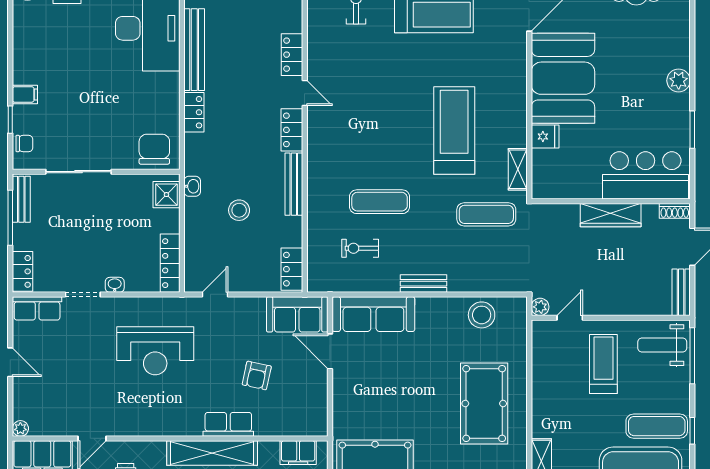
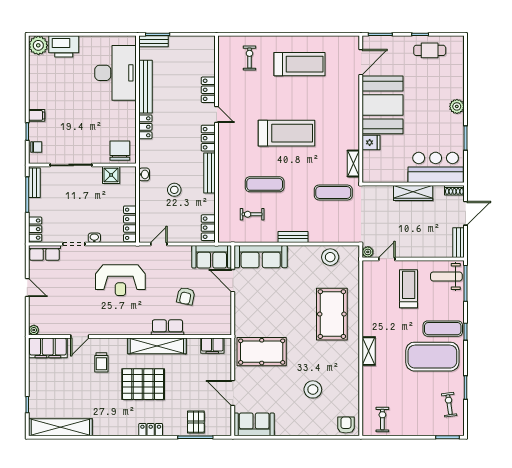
treadmill: (454, 131) -> (287, 133), moved, turned 90
shower: (166, 195) -> (111, 175), moved

